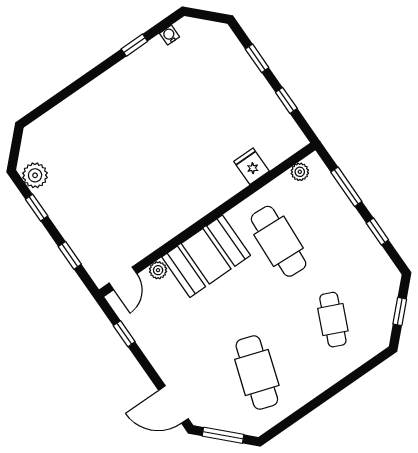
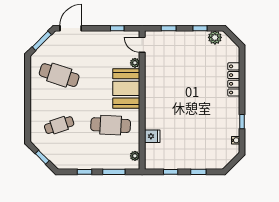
locker: (79, 102) -> (234, 79), added
cafe table: (333, 320) -> (59, 125), turned -42

